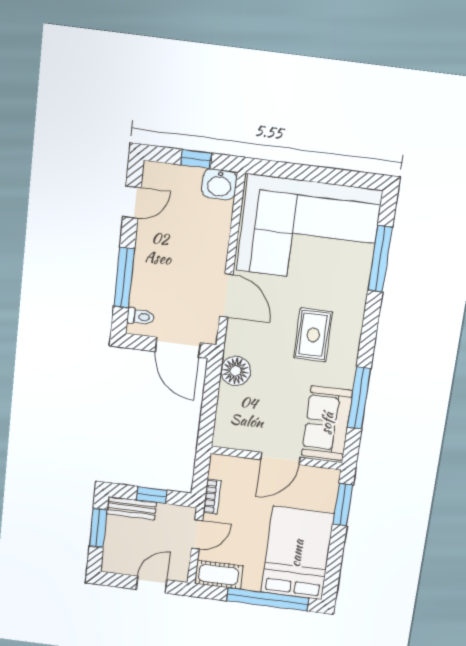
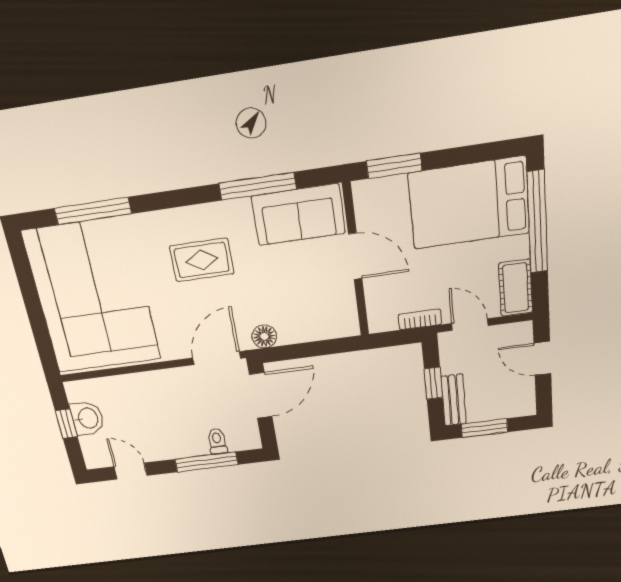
washbasin: (219, 184) -> (87, 418), moved
door: (226, 295) -> (217, 358), moved
toilet: (140, 317) -> (217, 441), moved
floor lamp: (236, 371) -> (264, 336), width x0.73, depth x0.73

